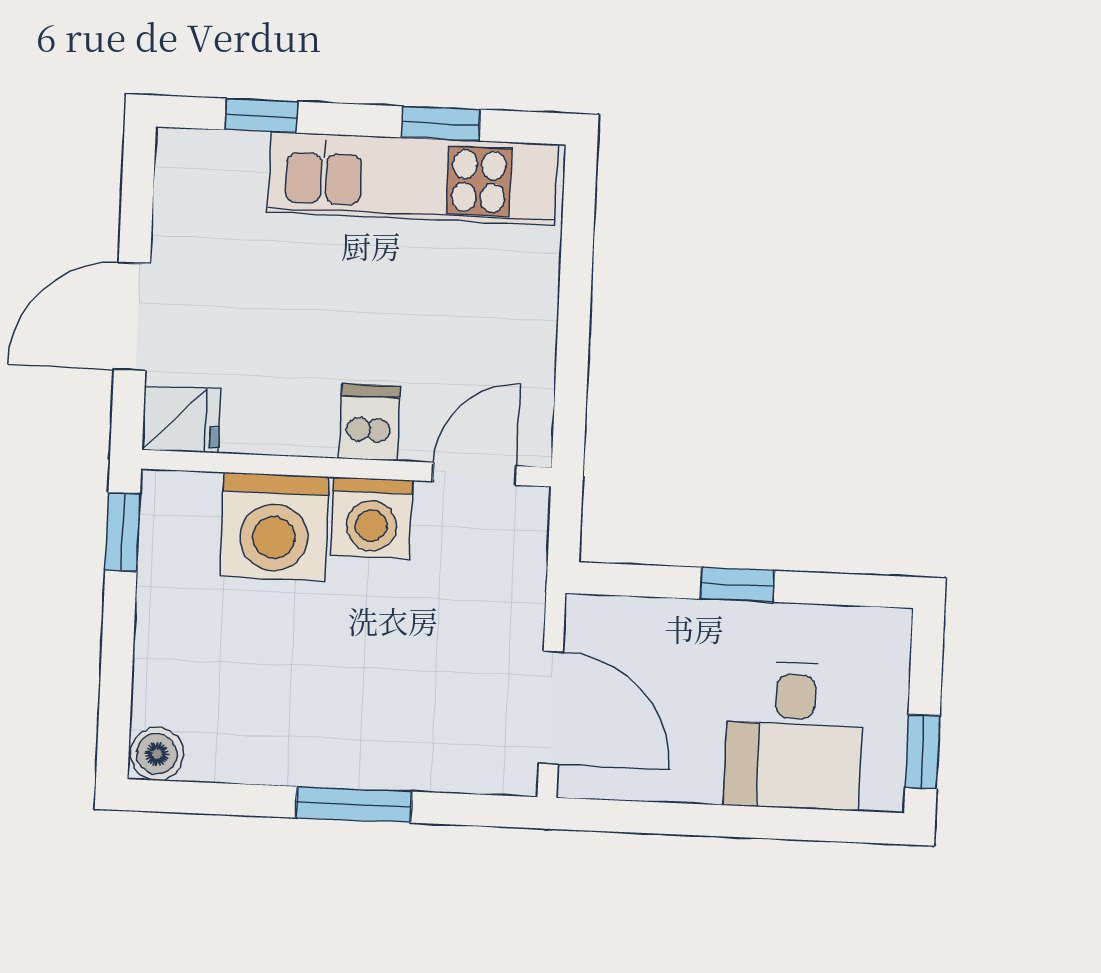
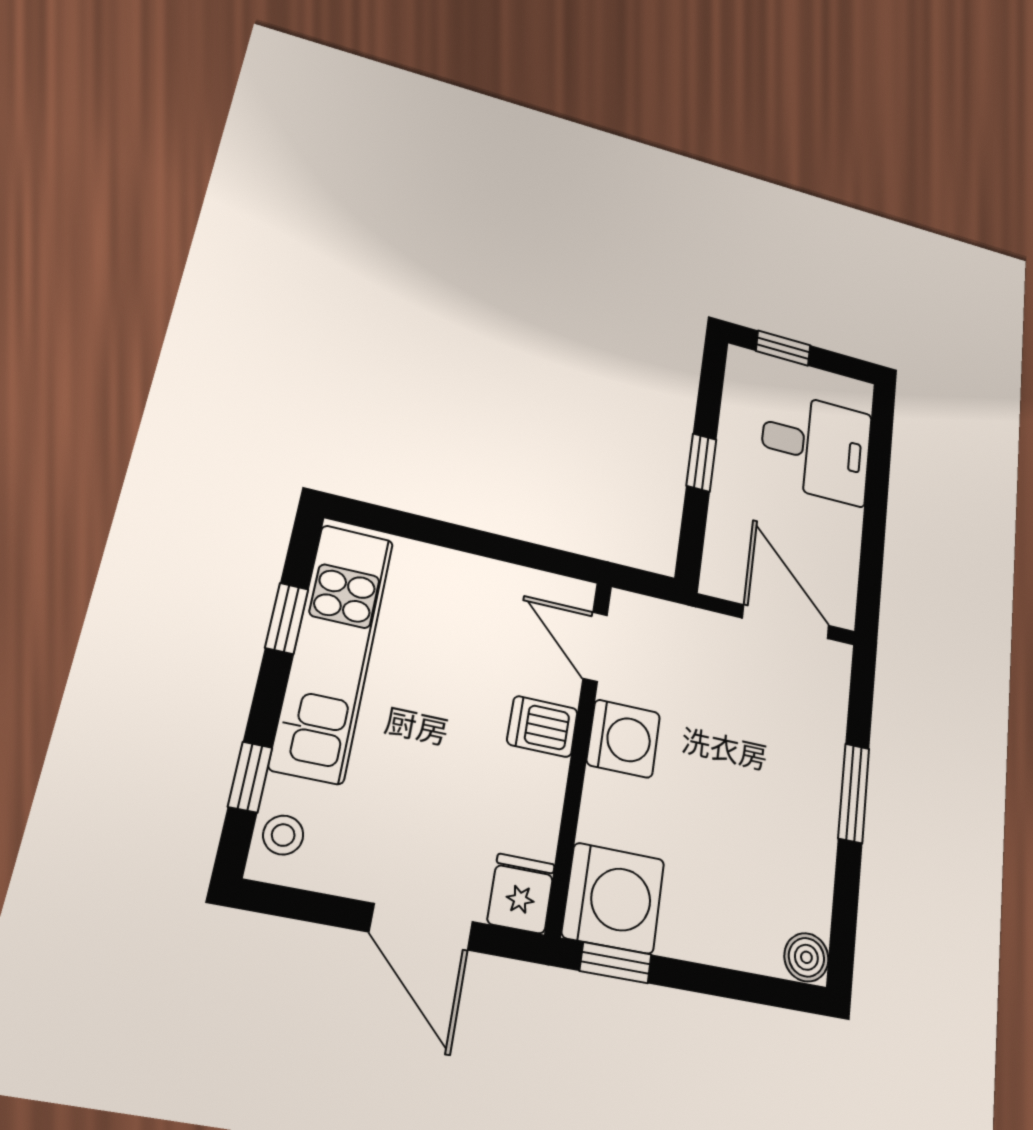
stool: (206, 160) -> (283, 835), added
washing machine: (274, 527) -> (613, 898), moved
door: (551, 708) -> (786, 622), hinge flipped
window: (923, 752) -> (783, 348), moved

